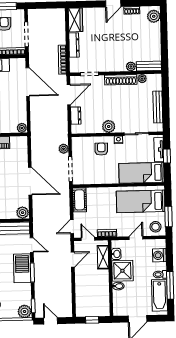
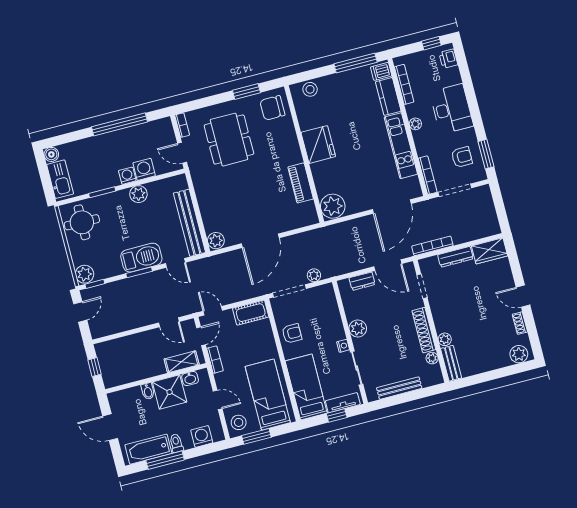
plant: (22, 128) -> (333, 206), width x1.87, depth x1.87
armchair: (101, 149) -> (292, 333), moved
door: (32, 245) -> (175, 263), hinge flipped

